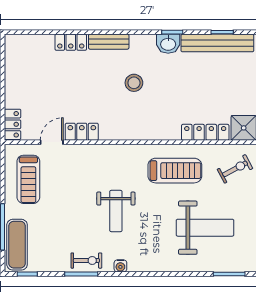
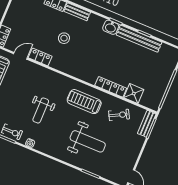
stool: (134, 83) -> (64, 38), moved
treadmill: (175, 171) -> (84, 102), turned 180

